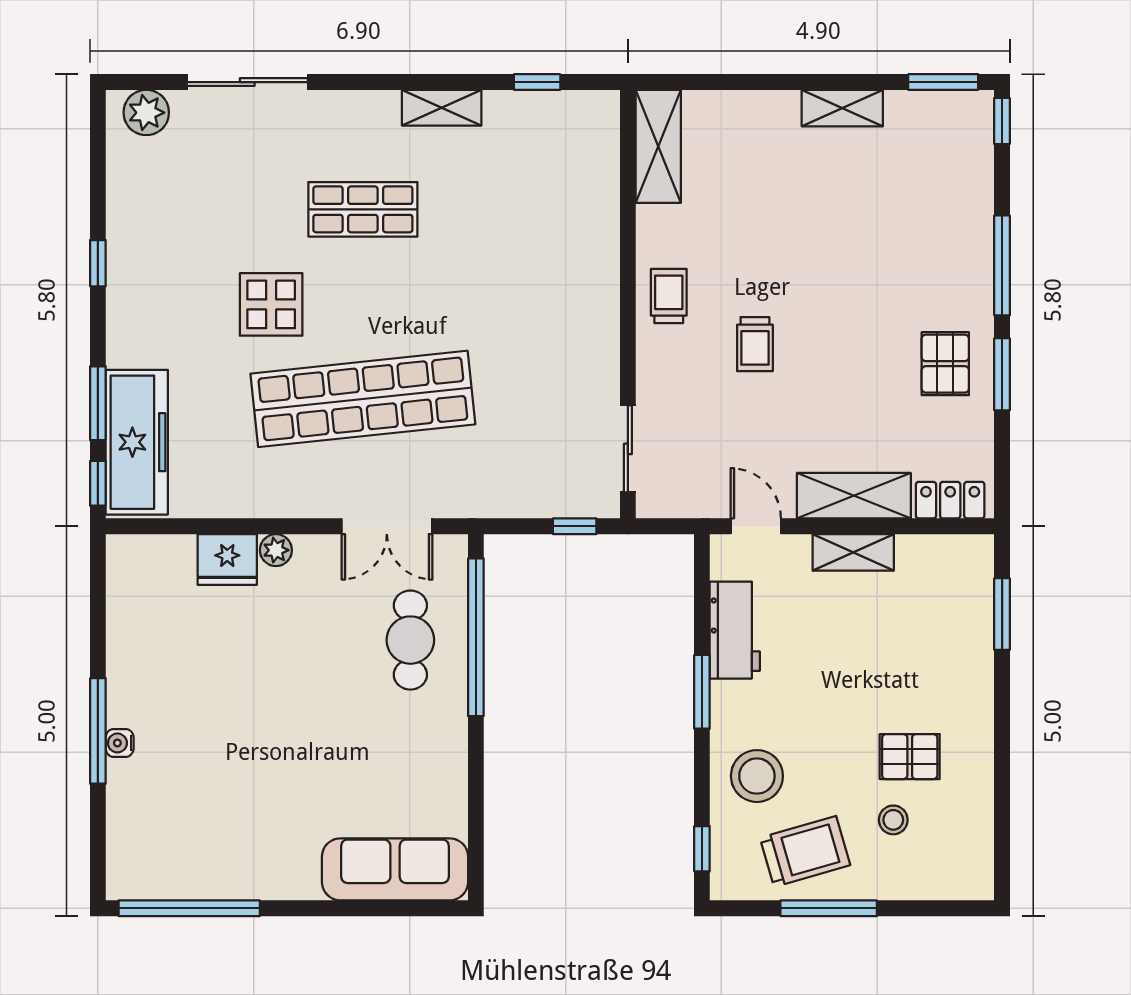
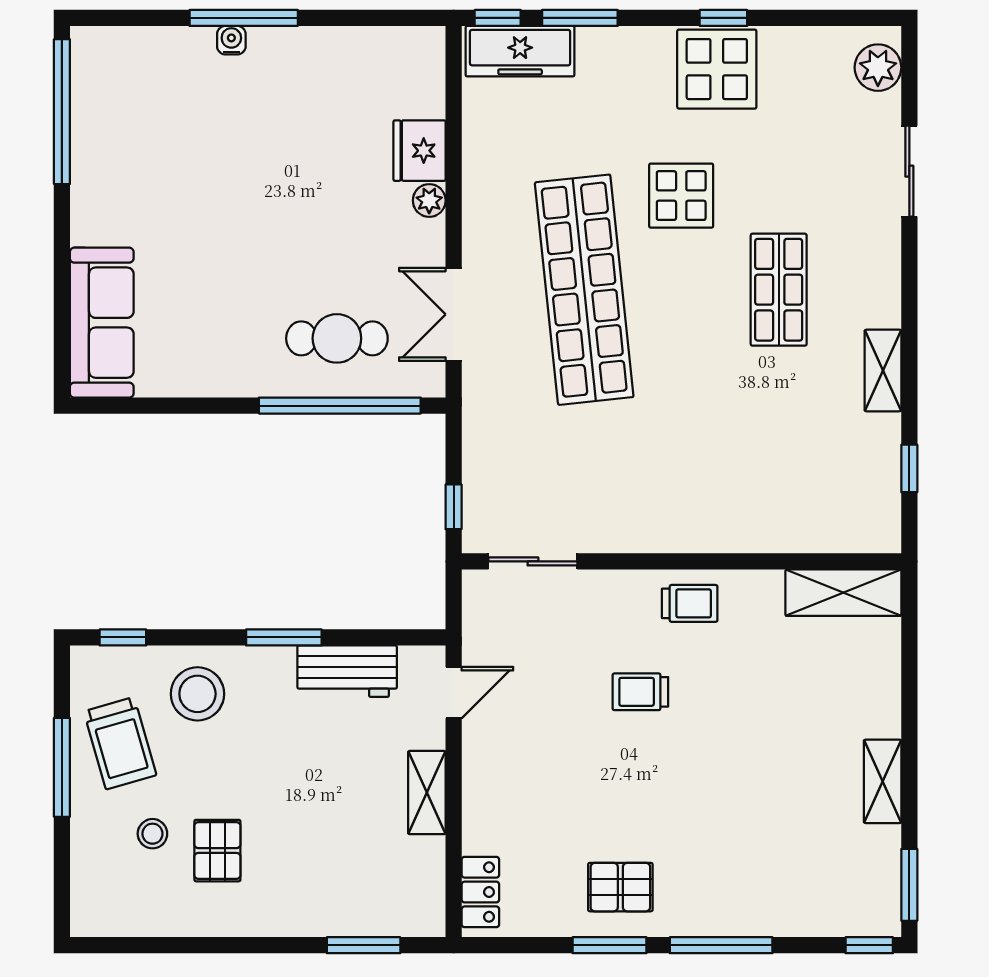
sliding door: (247, 82) -> (909, 171), width x0.73
display table: (148, 270) -> (717, 69), added
freezer: (137, 442) -> (520, 51), width x0.73, depth x0.79
shelving: (854, 496) -> (485, 793), removed

